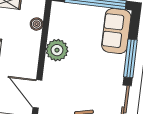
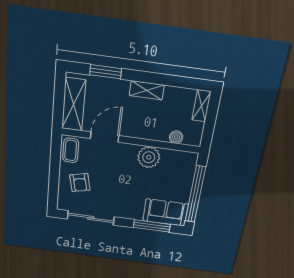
window: (130, 58) -> (152, 226), moved

